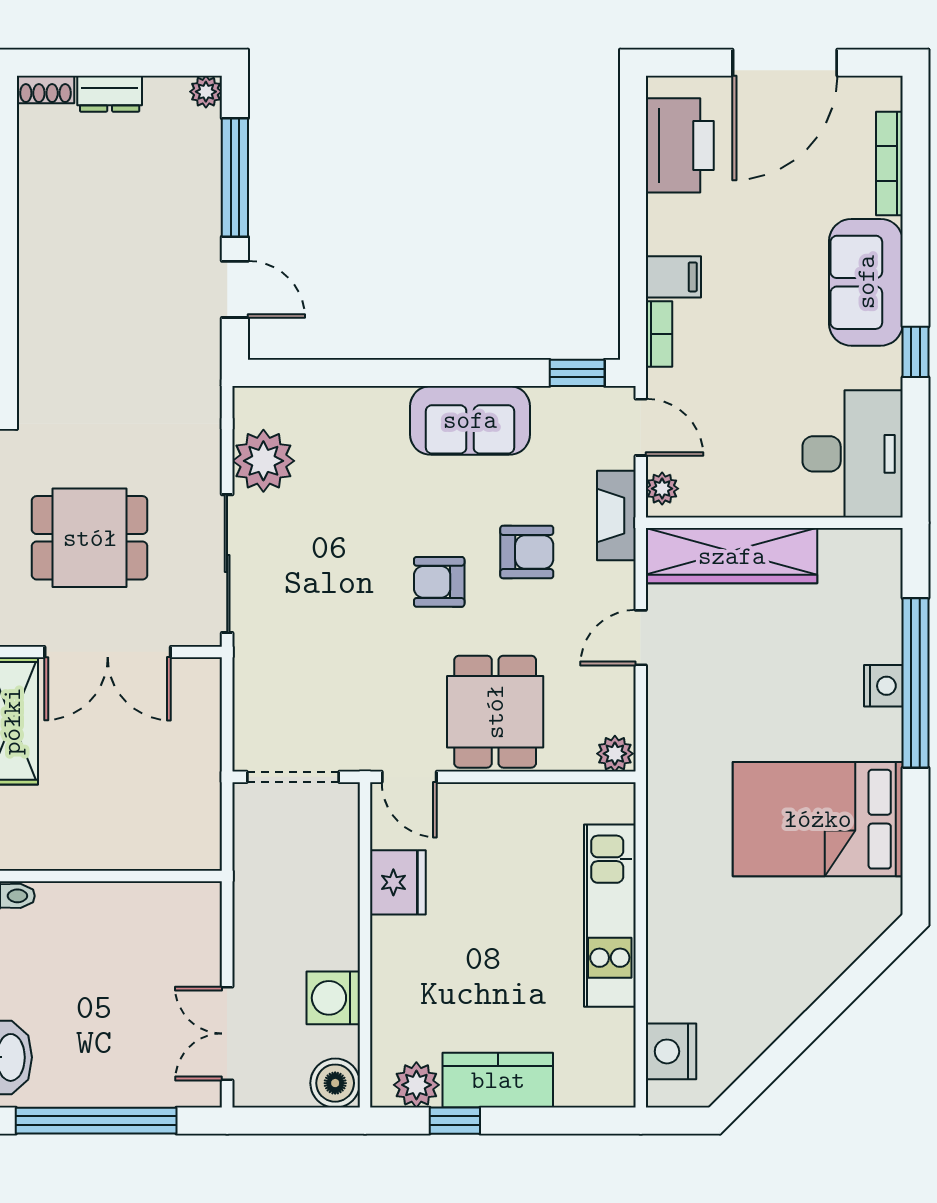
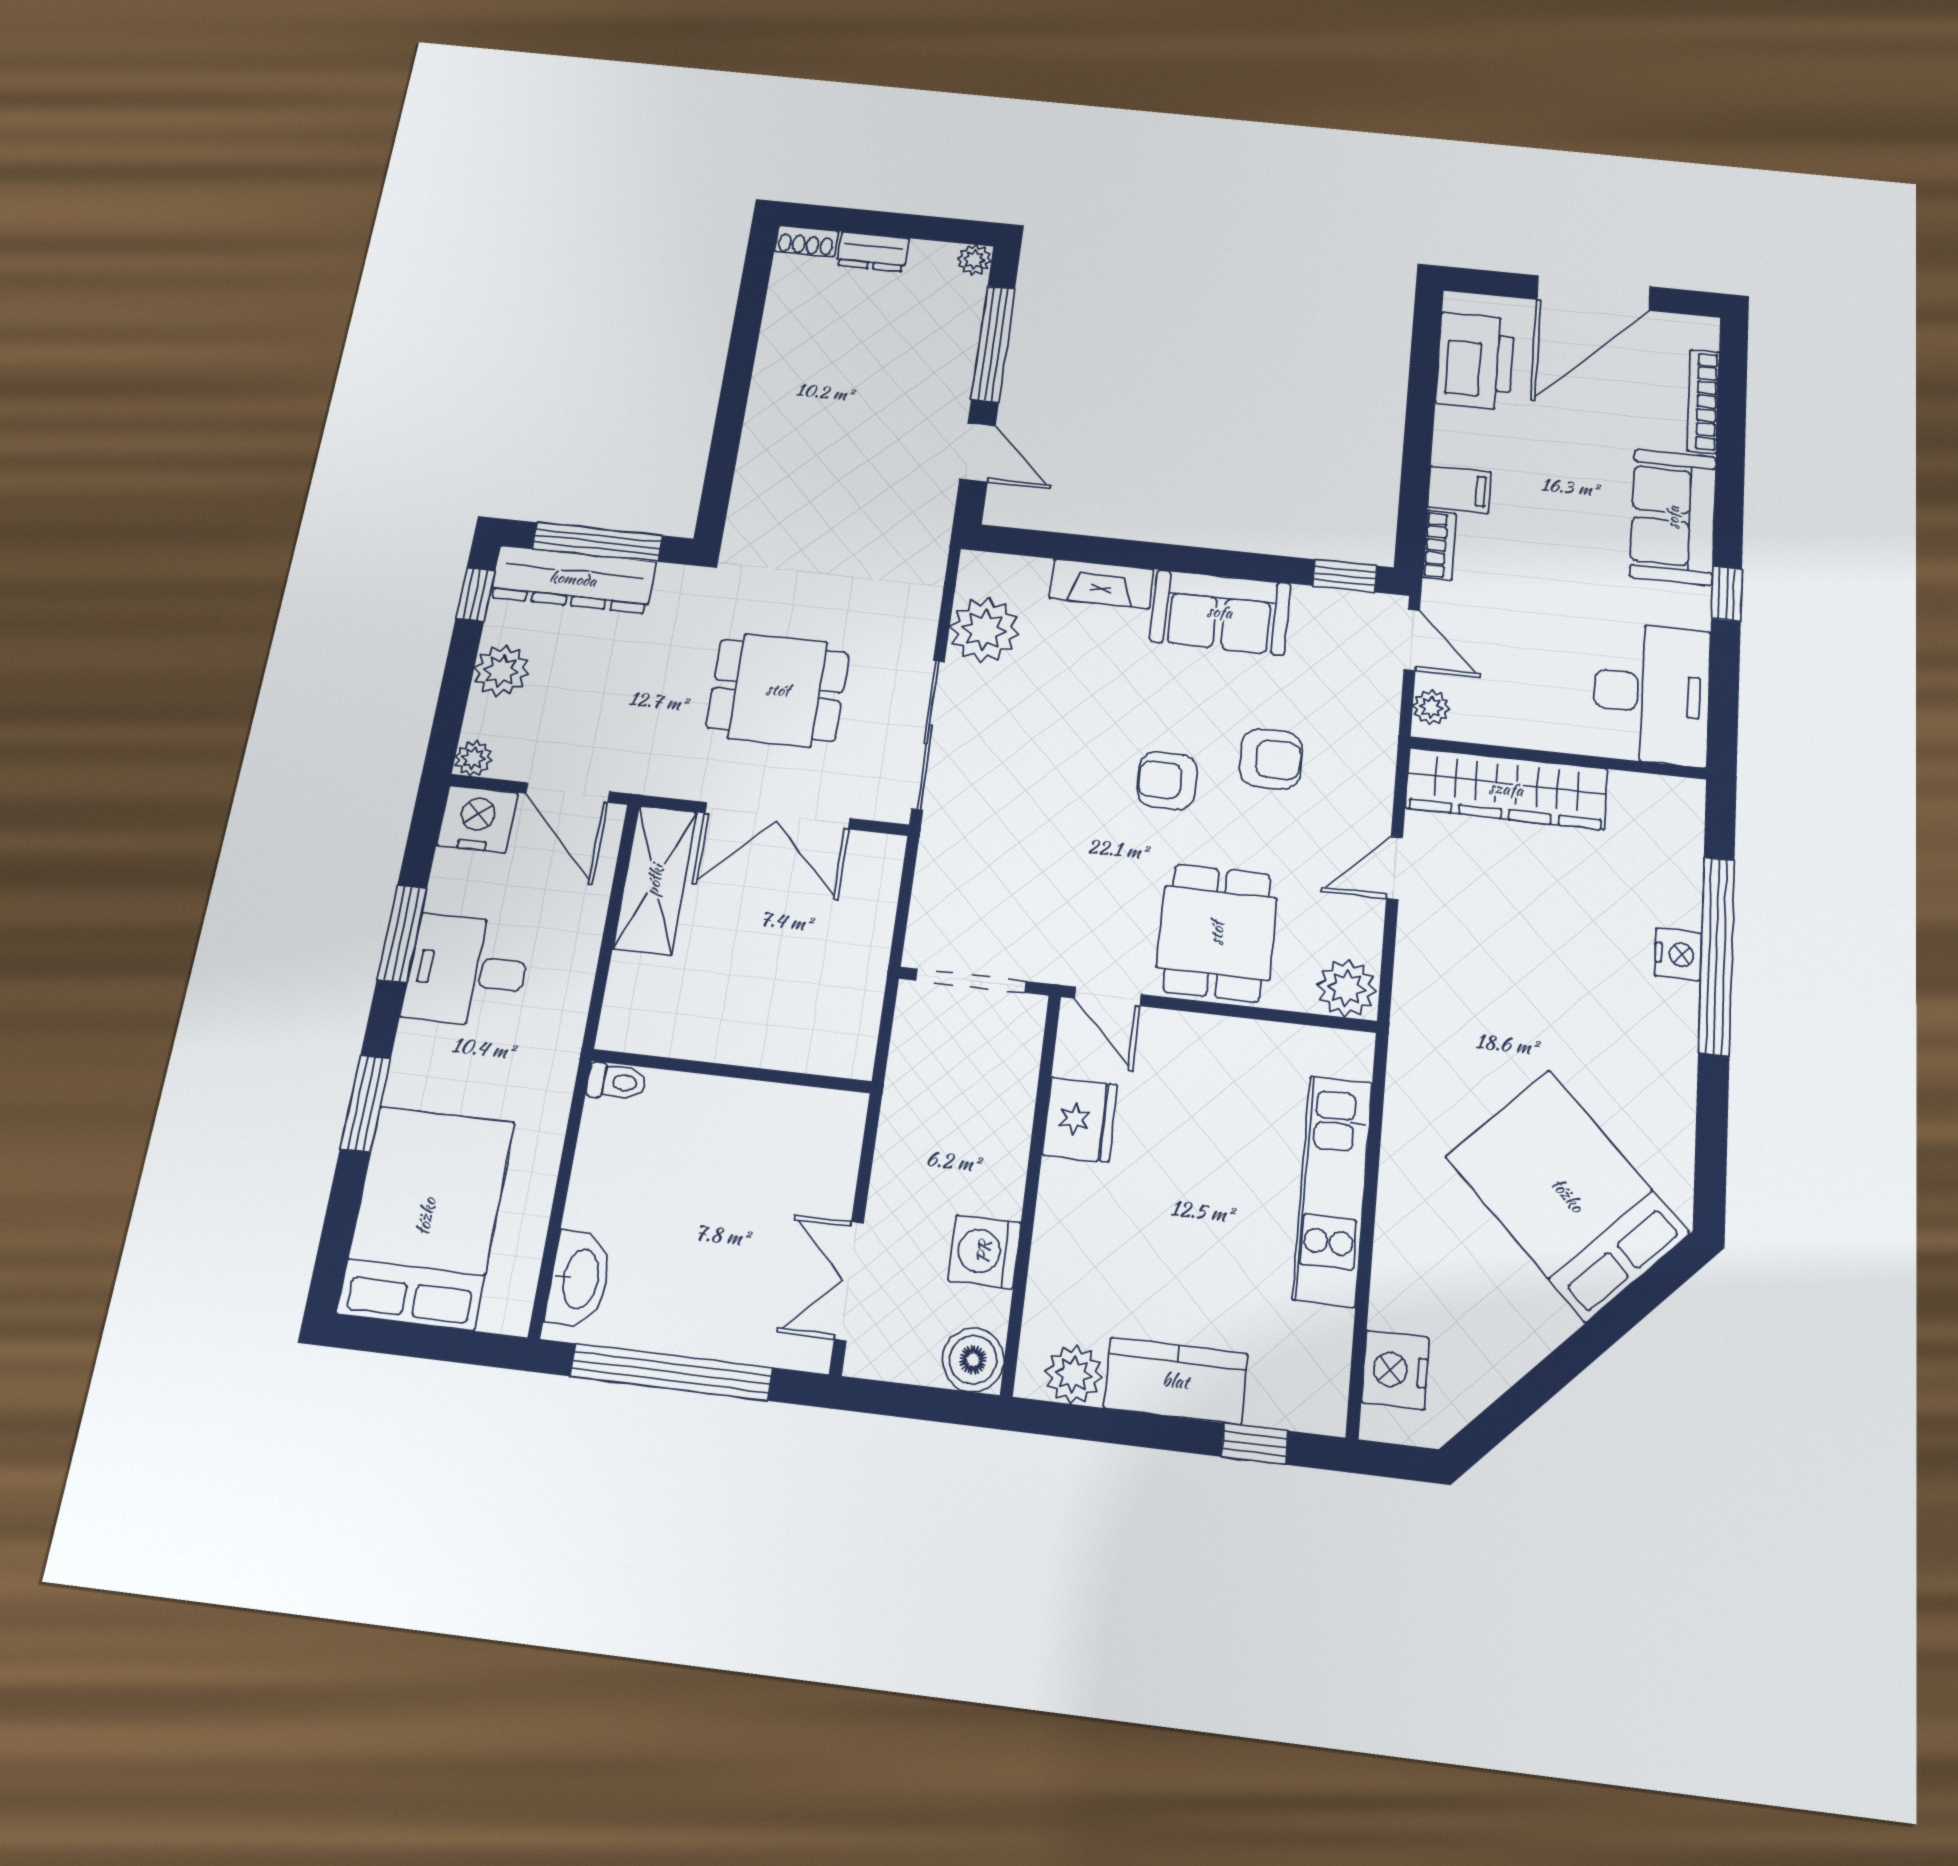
fireplace: (616, 516) -> (1101, 584), moved, turned -90
plant: (615, 754) -> (1347, 988), width x1.38, depth x1.38
bed: (818, 819) -> (1567, 1195), moved, turned 45
window: (455, 1121) -> (1255, 1444), moved

